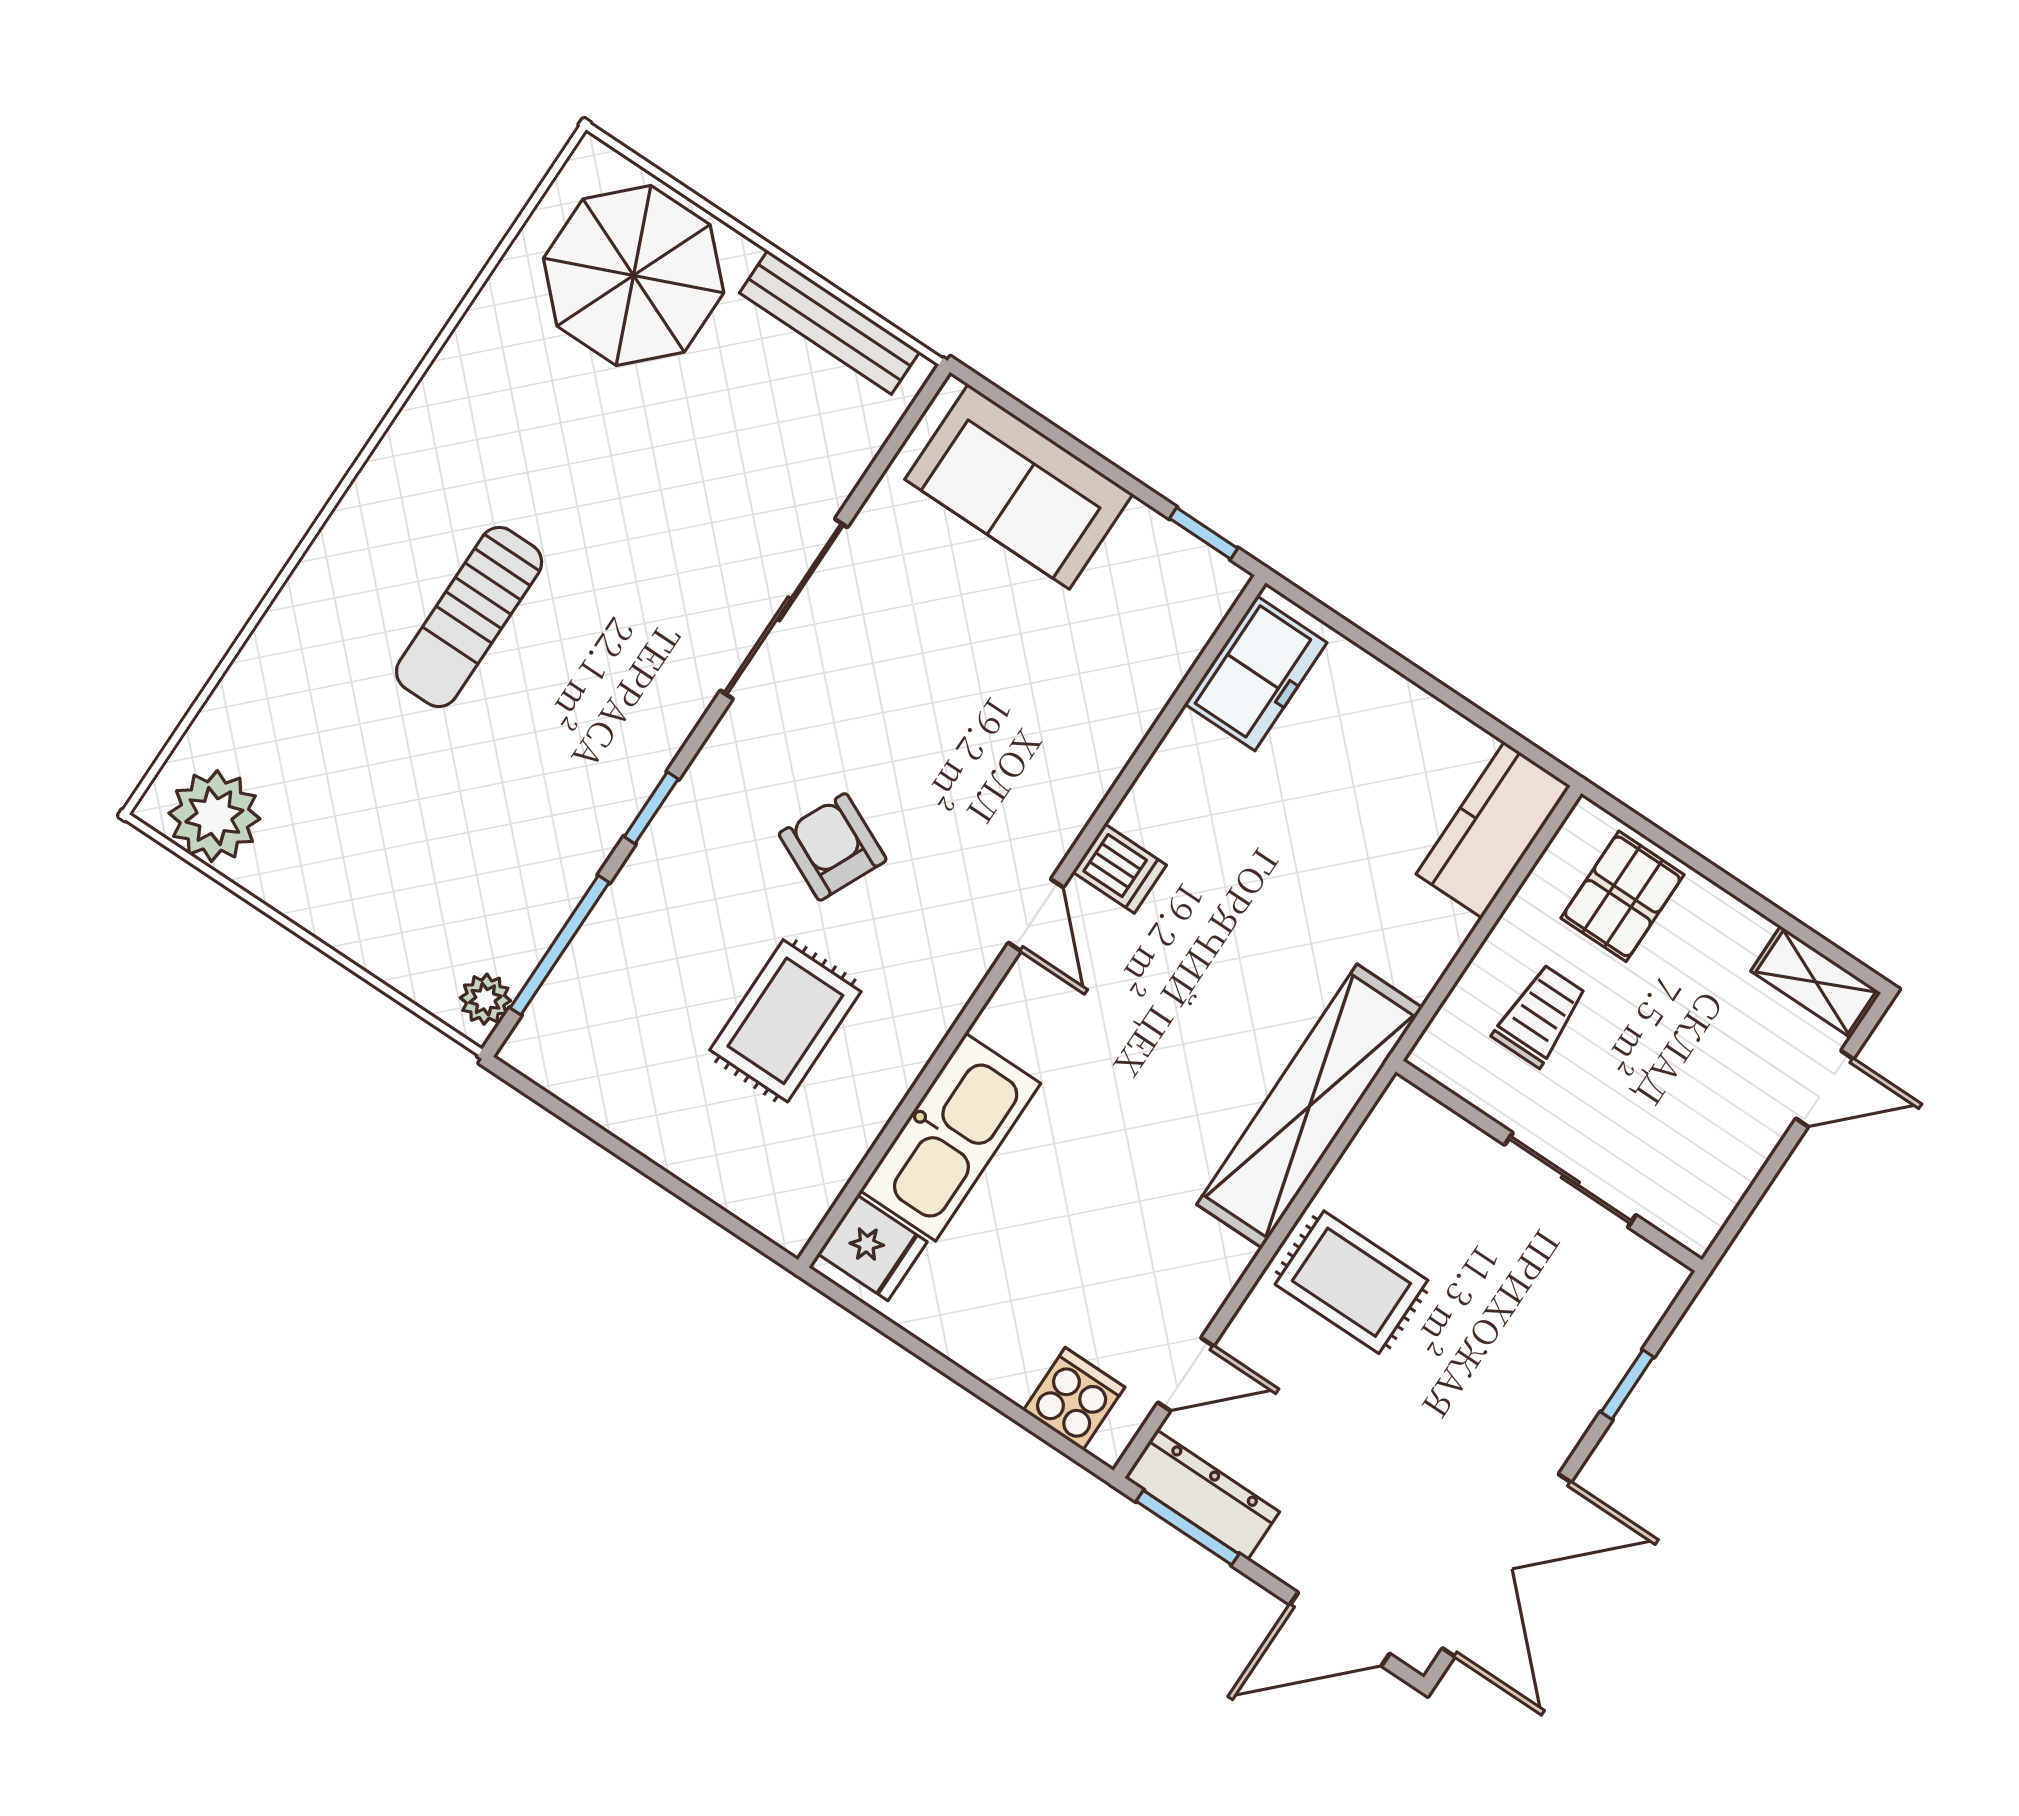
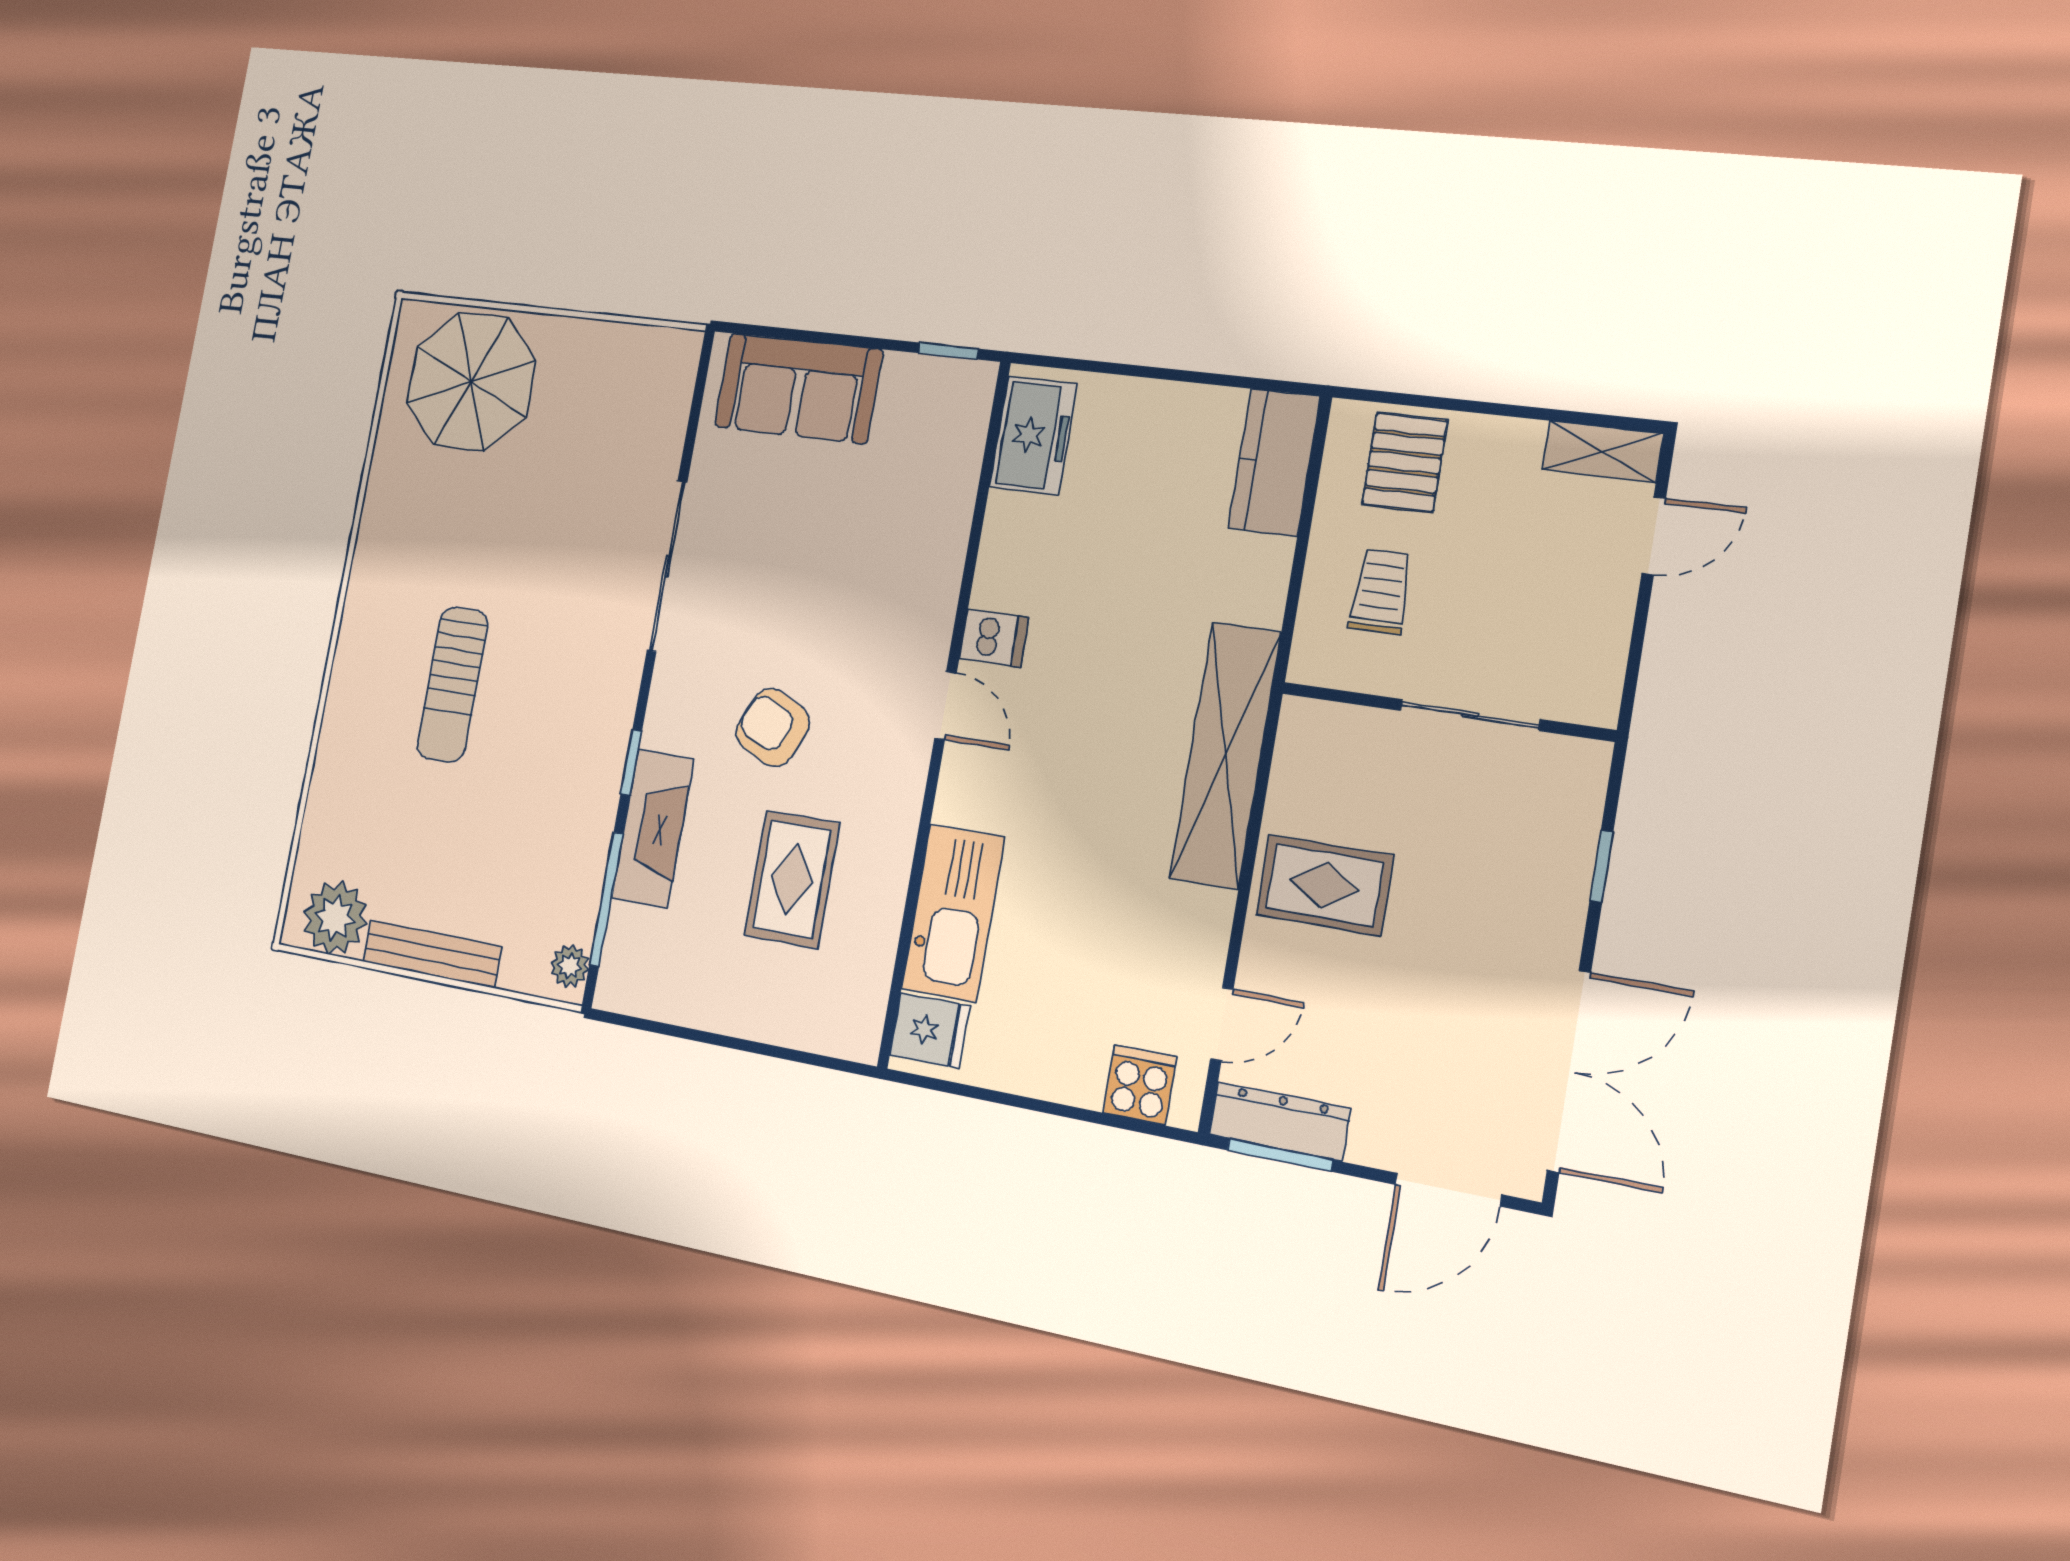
bench: (830, 322) -> (432, 954), moved
fireplace: (647, 893) -> (653, 829), added

